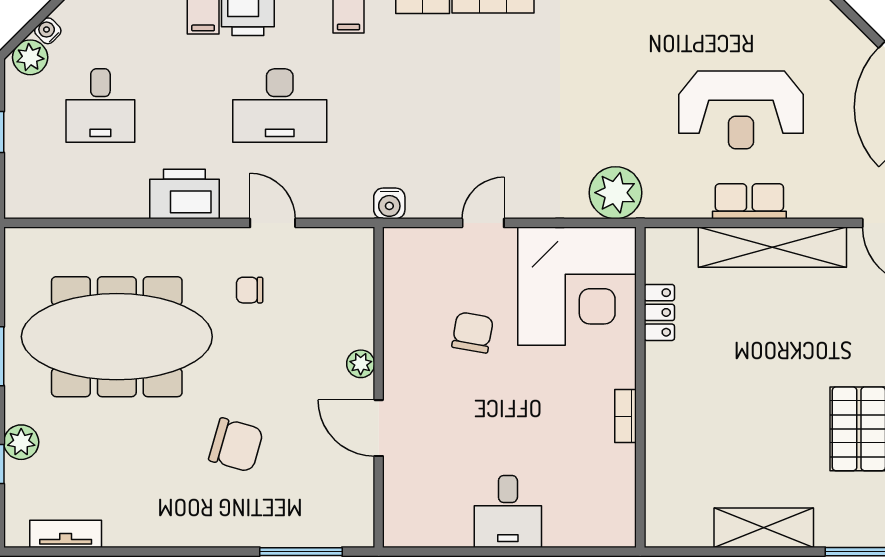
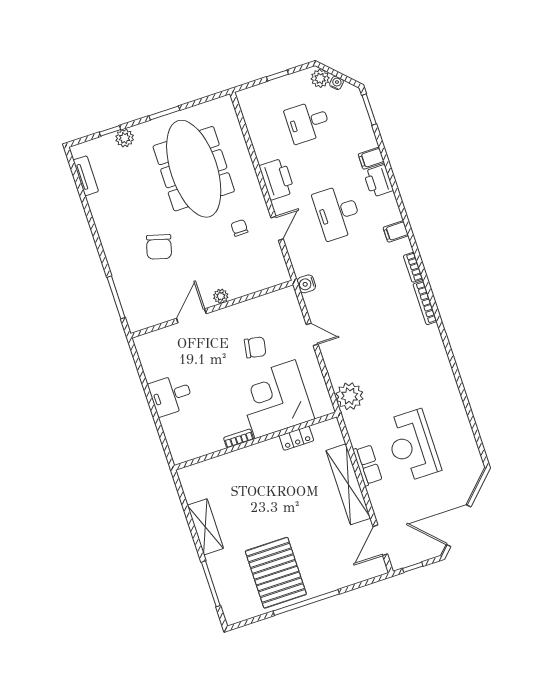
corner desk: (577, 286) -> (275, 399), moved, turned 90

